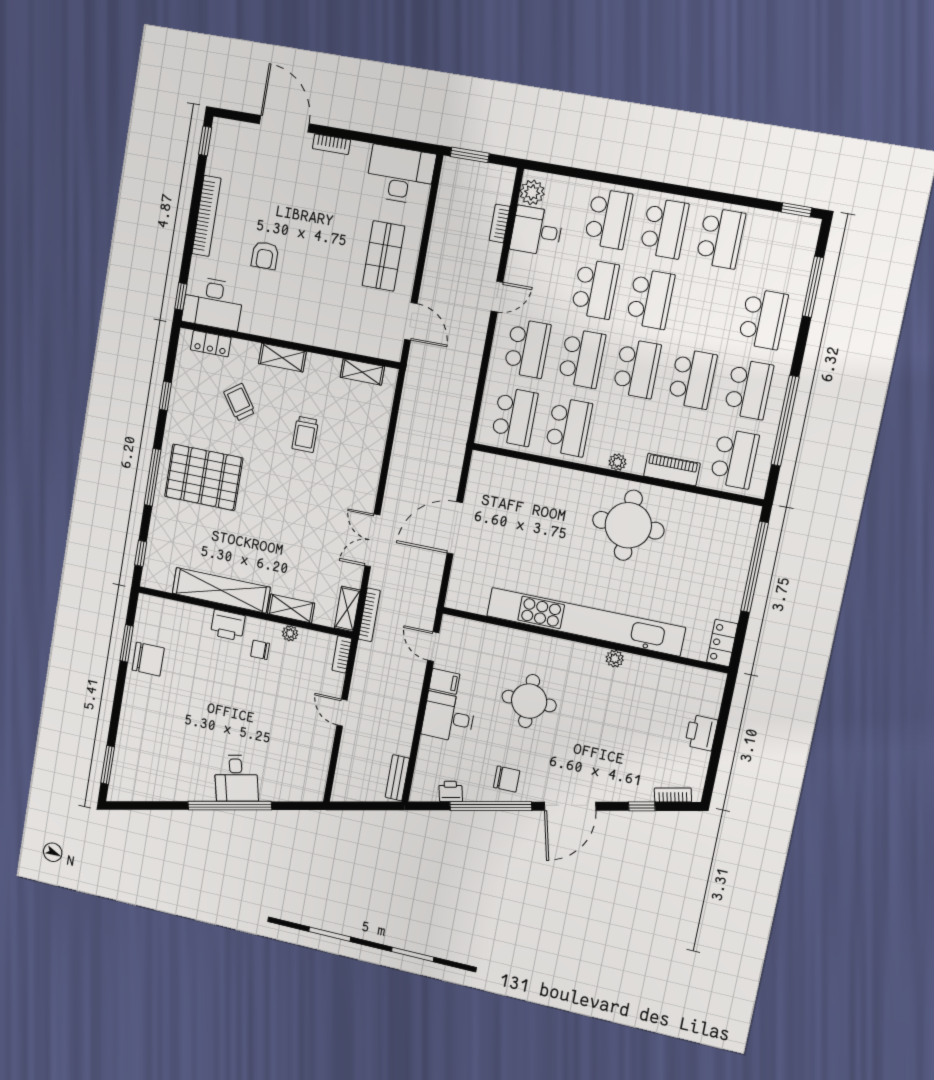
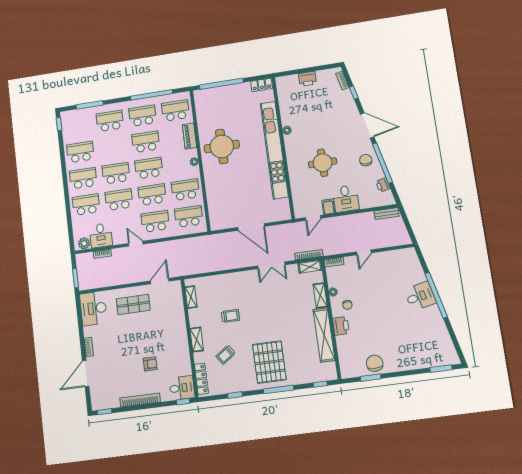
desk: (213, 303) -> (182, 388), width x0.73
locker: (211, 344) -> (201, 379), width x1.53

